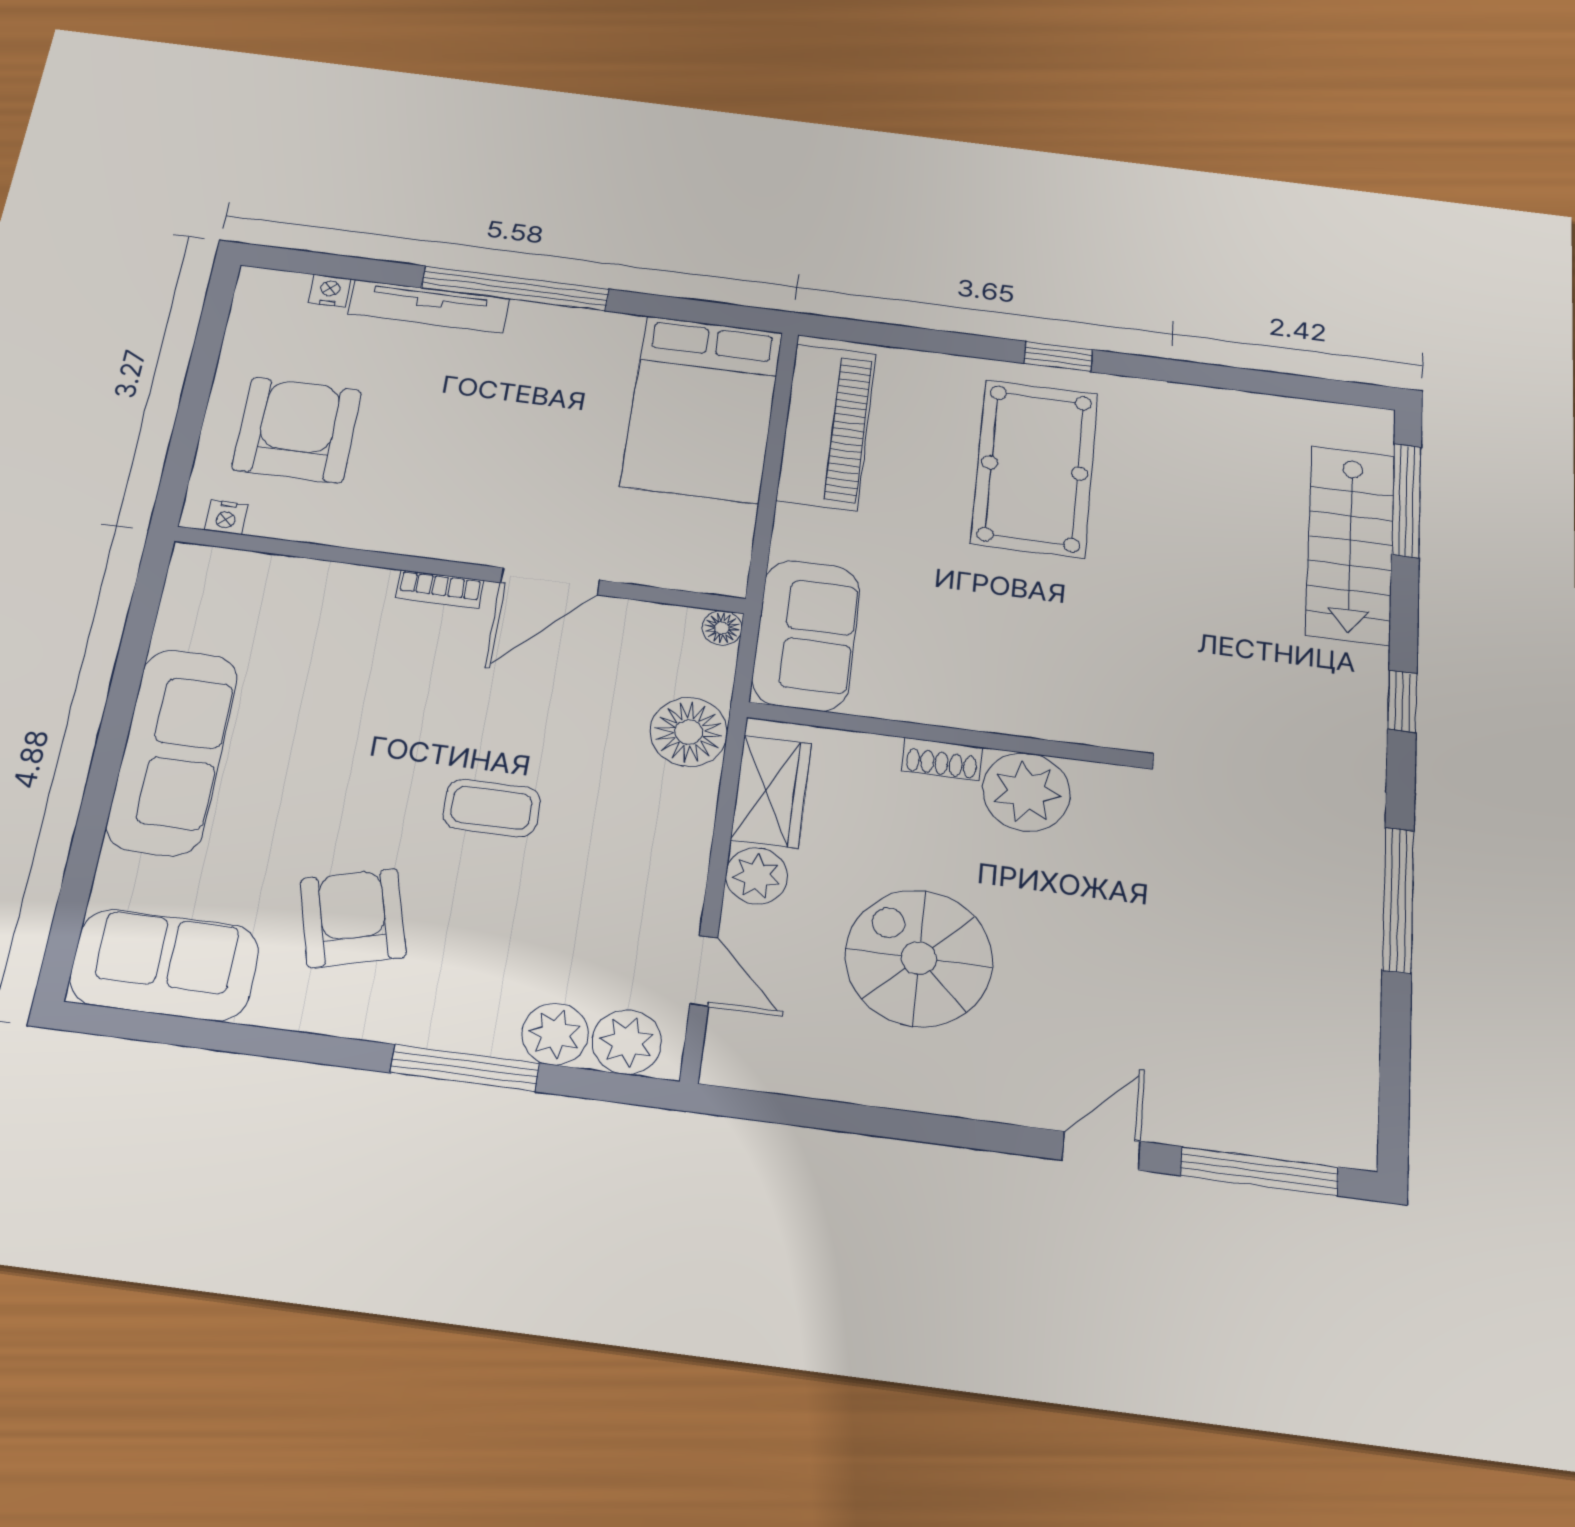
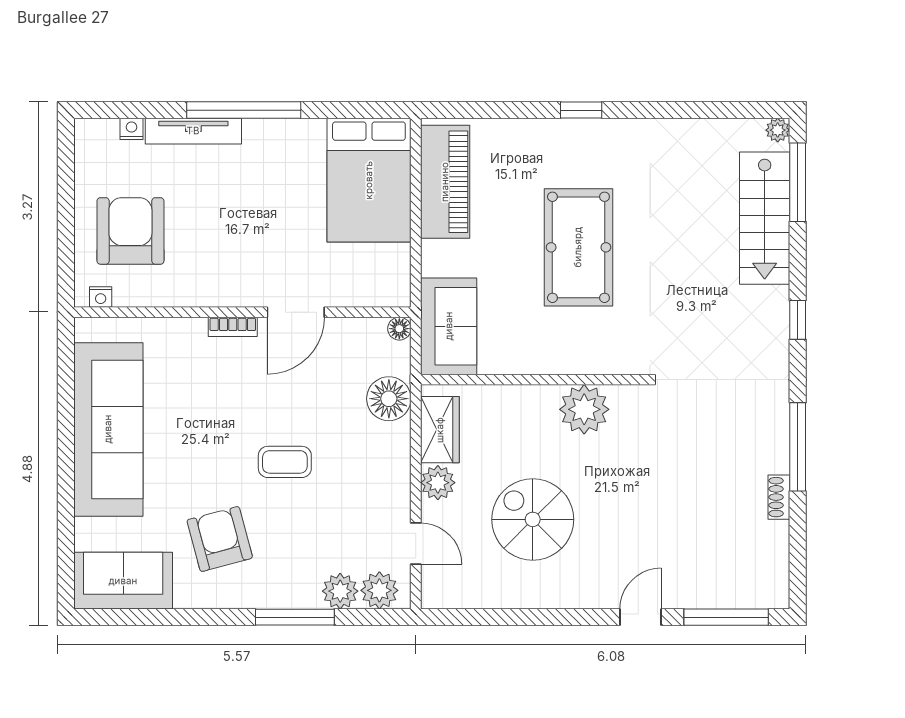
plant: (1375, 424) -> (778, 130), added
pool table: (1035, 468) -> (578, 247), moved
sofa: (172, 751) -> (108, 429), width x1.36, depth x1.27
shoe rack: (942, 759) -> (779, 497), moved, turned 90

